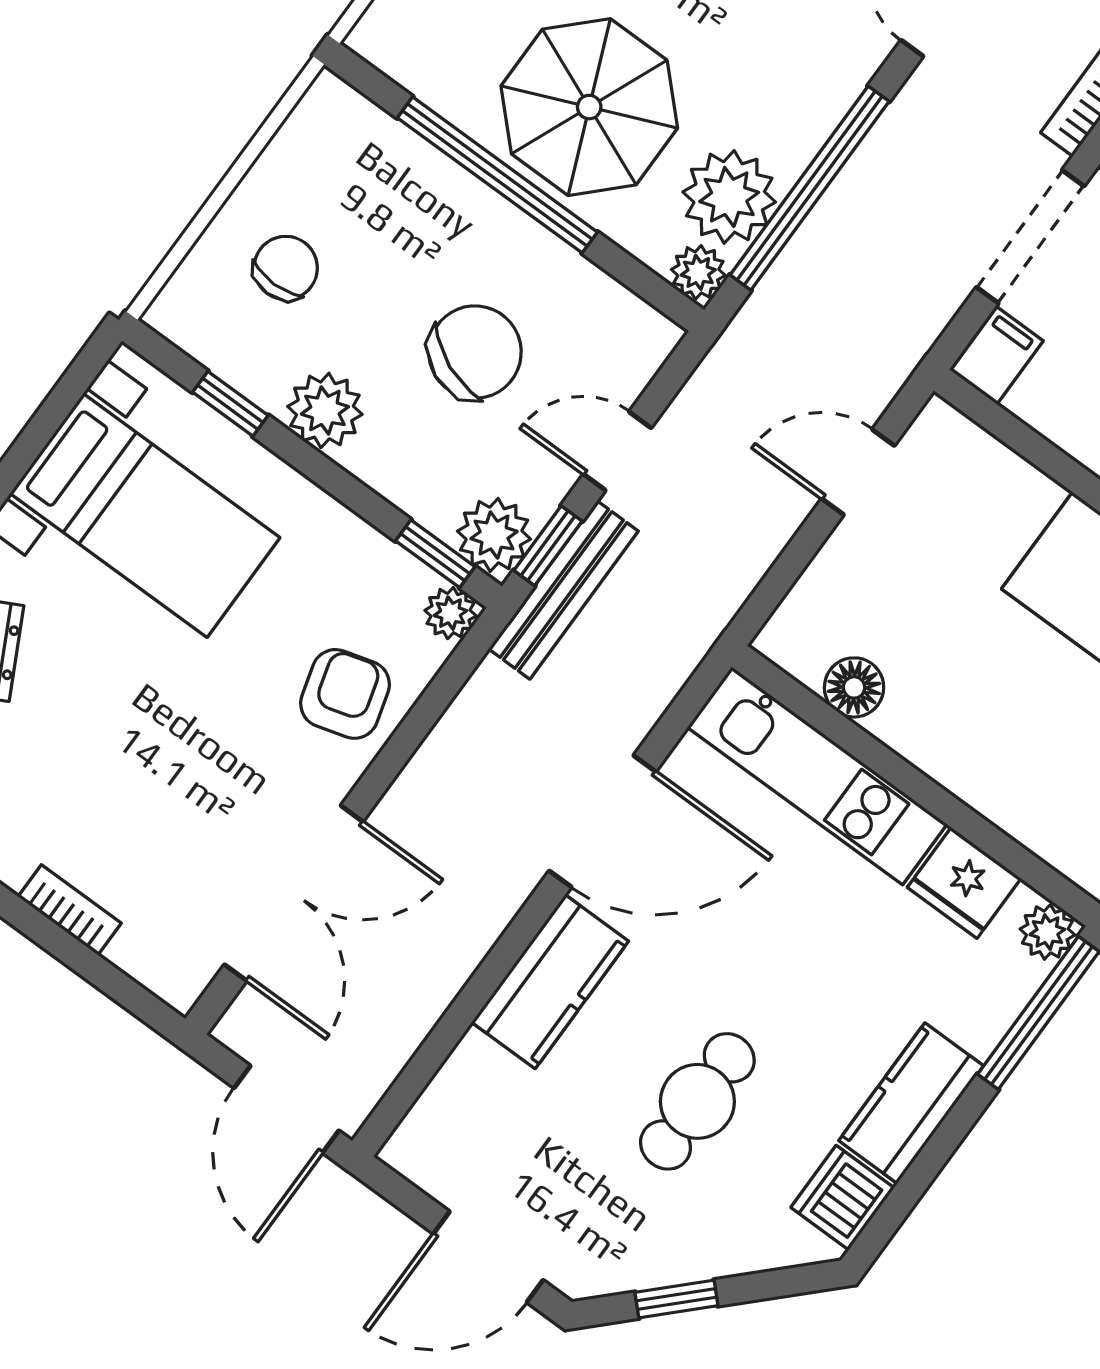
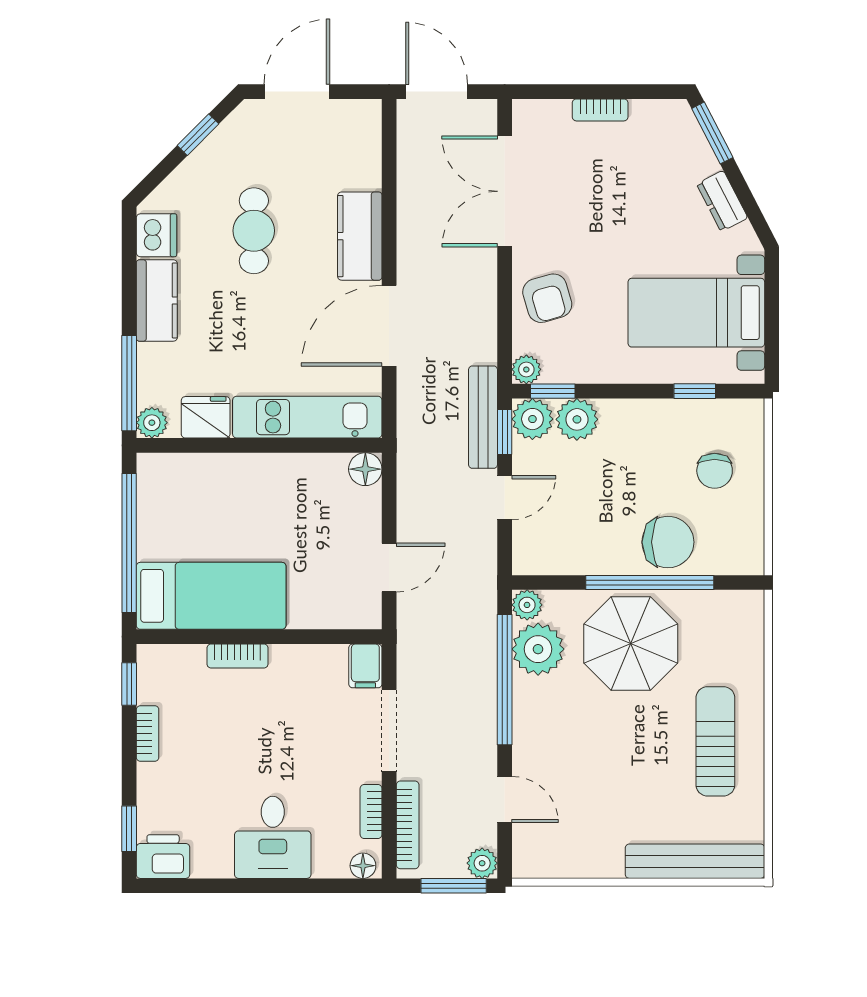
chair: (475, 352) -> (668, 542), moved, turned -113
plant: (325, 410) -> (577, 419), moved
floor lamp: (854, 687) -> (365, 469), moved

